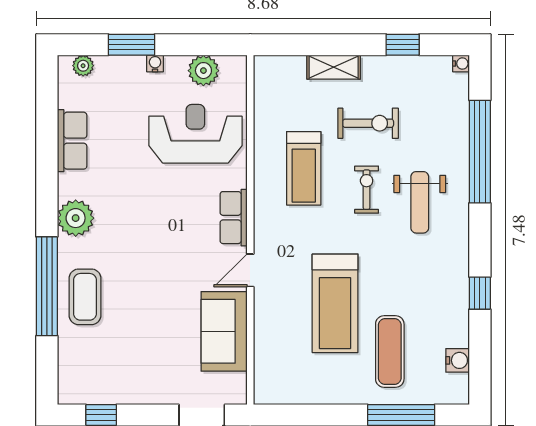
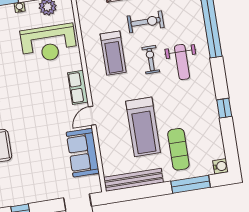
reception desk: (195, 134) -> (49, 43), turned 180
water cooler: (458, 360) -> (220, 166), moved
bench: (304, 392) -> (133, 180), added

